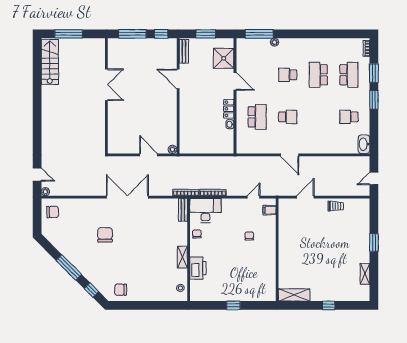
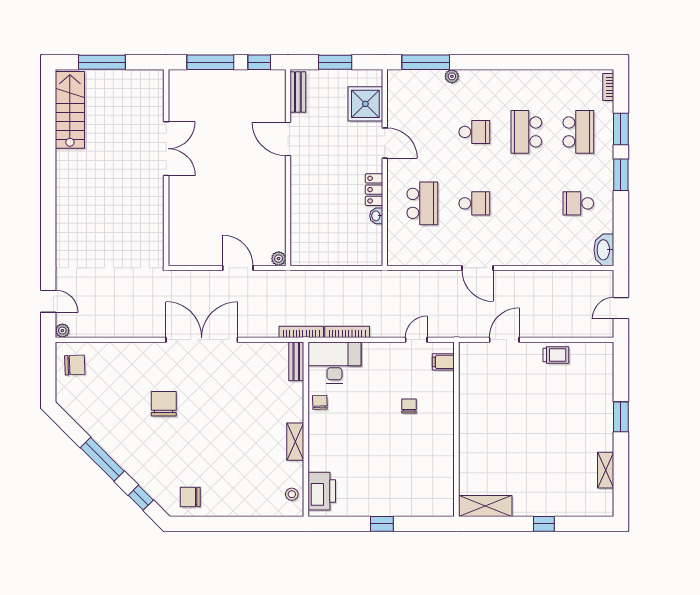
school desk: (288, 75) -> (474, 132), turned 180
printer: (198, 268) -> (322, 491), moved

